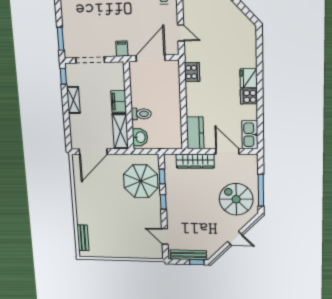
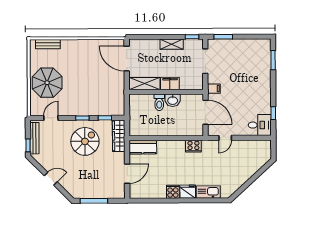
kitchen sink: (250, 135) -> (208, 192), moved
washbasin: (140, 137) -> (173, 100), moved
wardrobe: (195, 161) -> (119, 136), moved
parasol: (141, 181) -> (47, 83), moved
spiral stairs: (236, 199) -> (85, 141), moved
door: (235, 238) -> (51, 179), swing flipped

